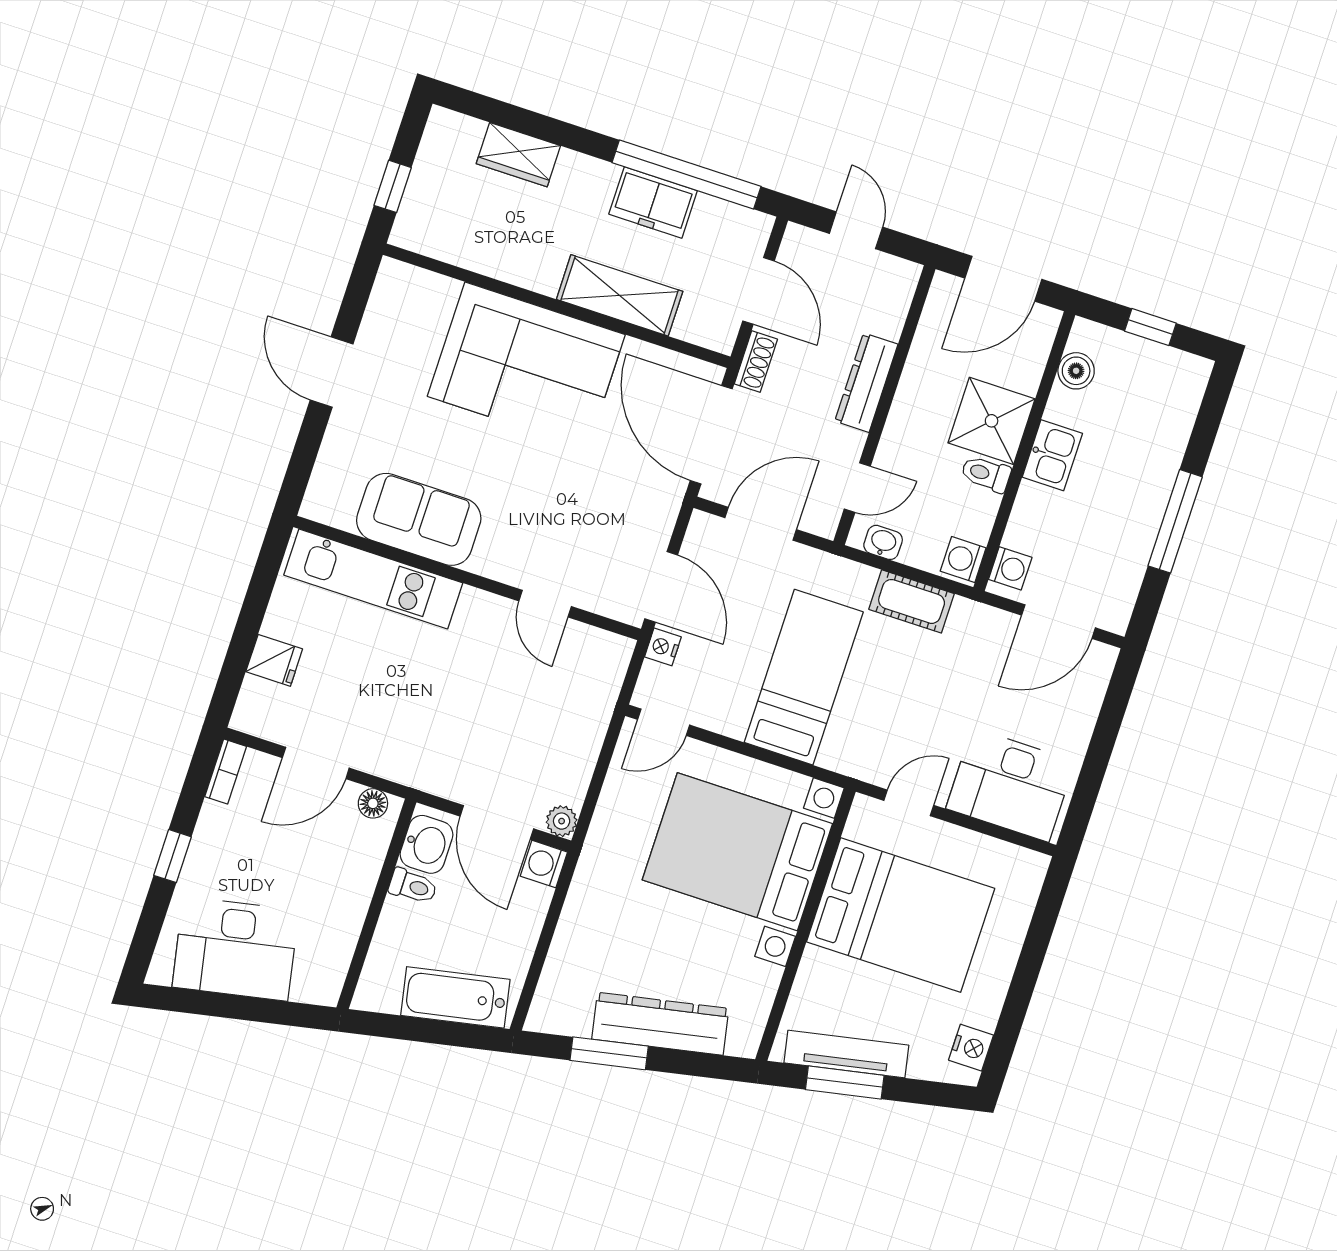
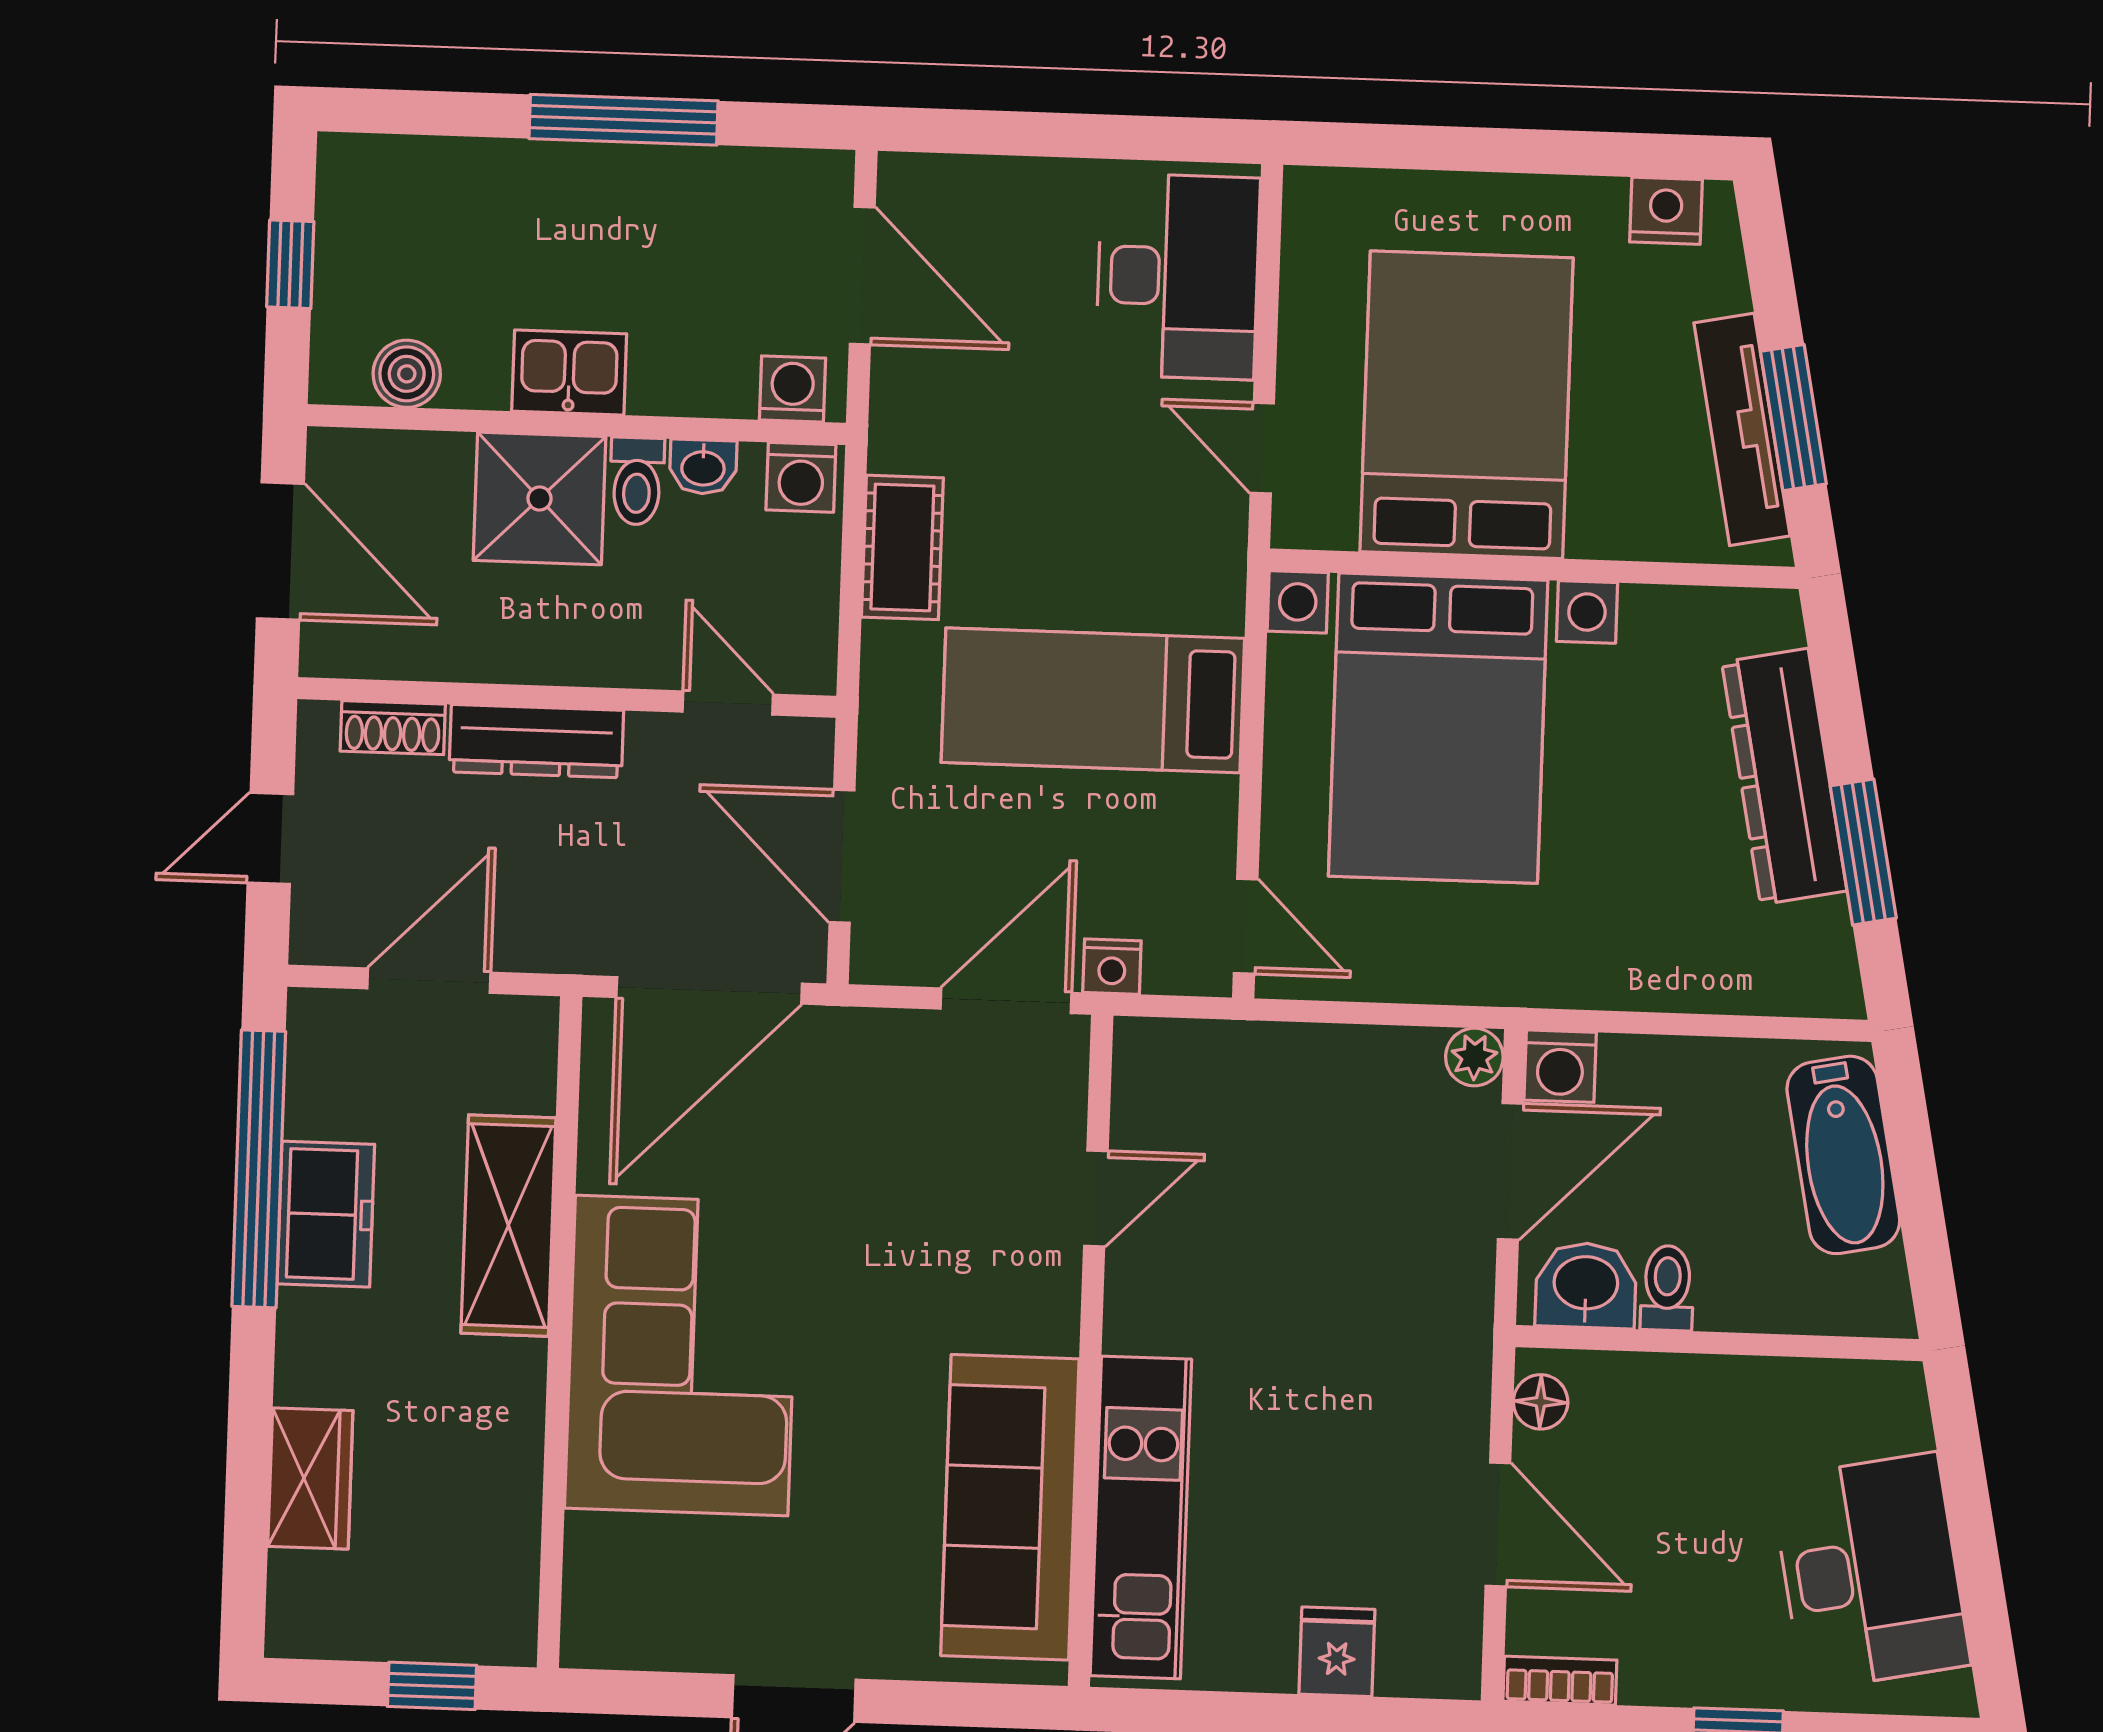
shoe rack: (756, 362) -> (393, 728), moved, turned 180
sofa: (419, 519) -> (1010, 1507), width x1.36
washbasin: (883, 542) -> (703, 467), moved, turned -90

